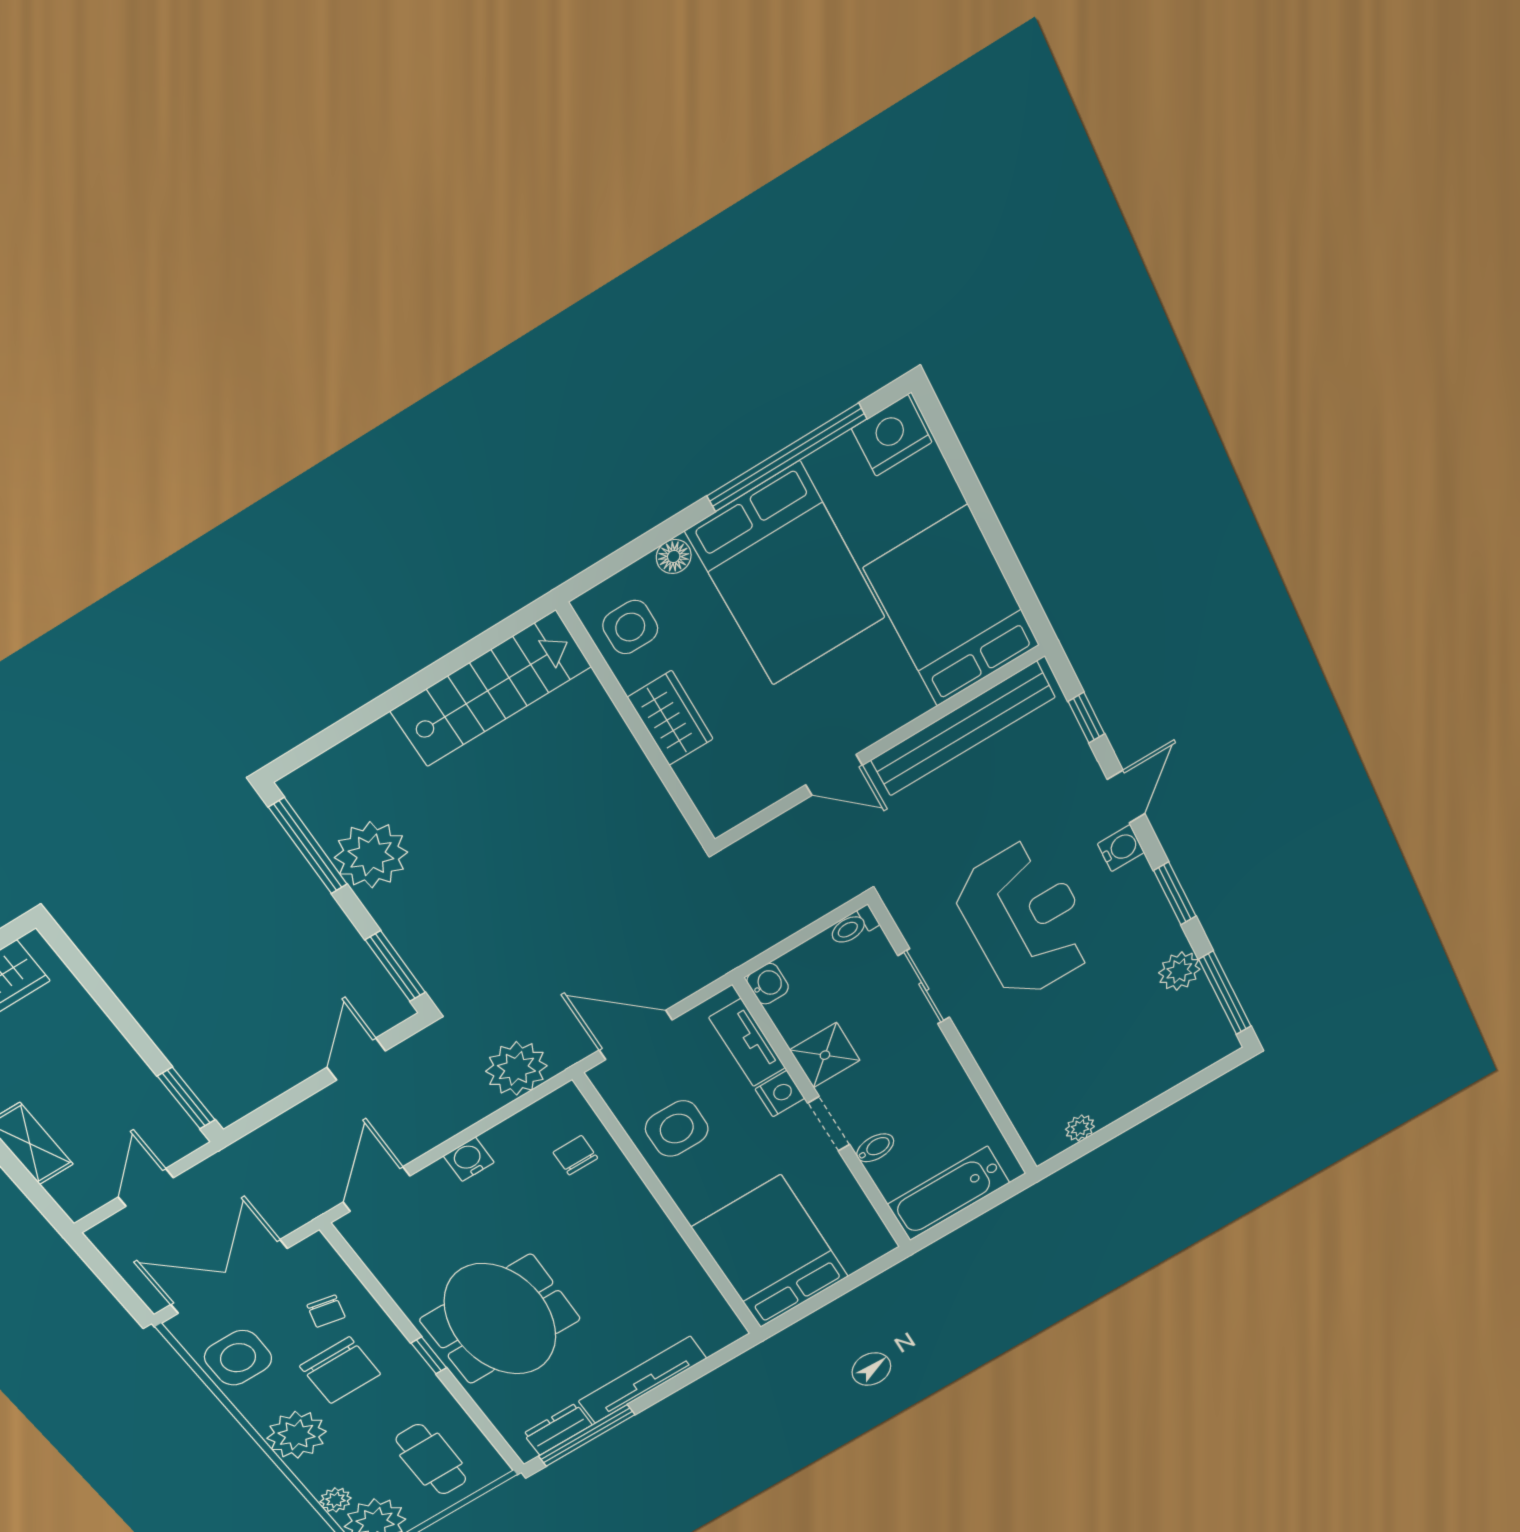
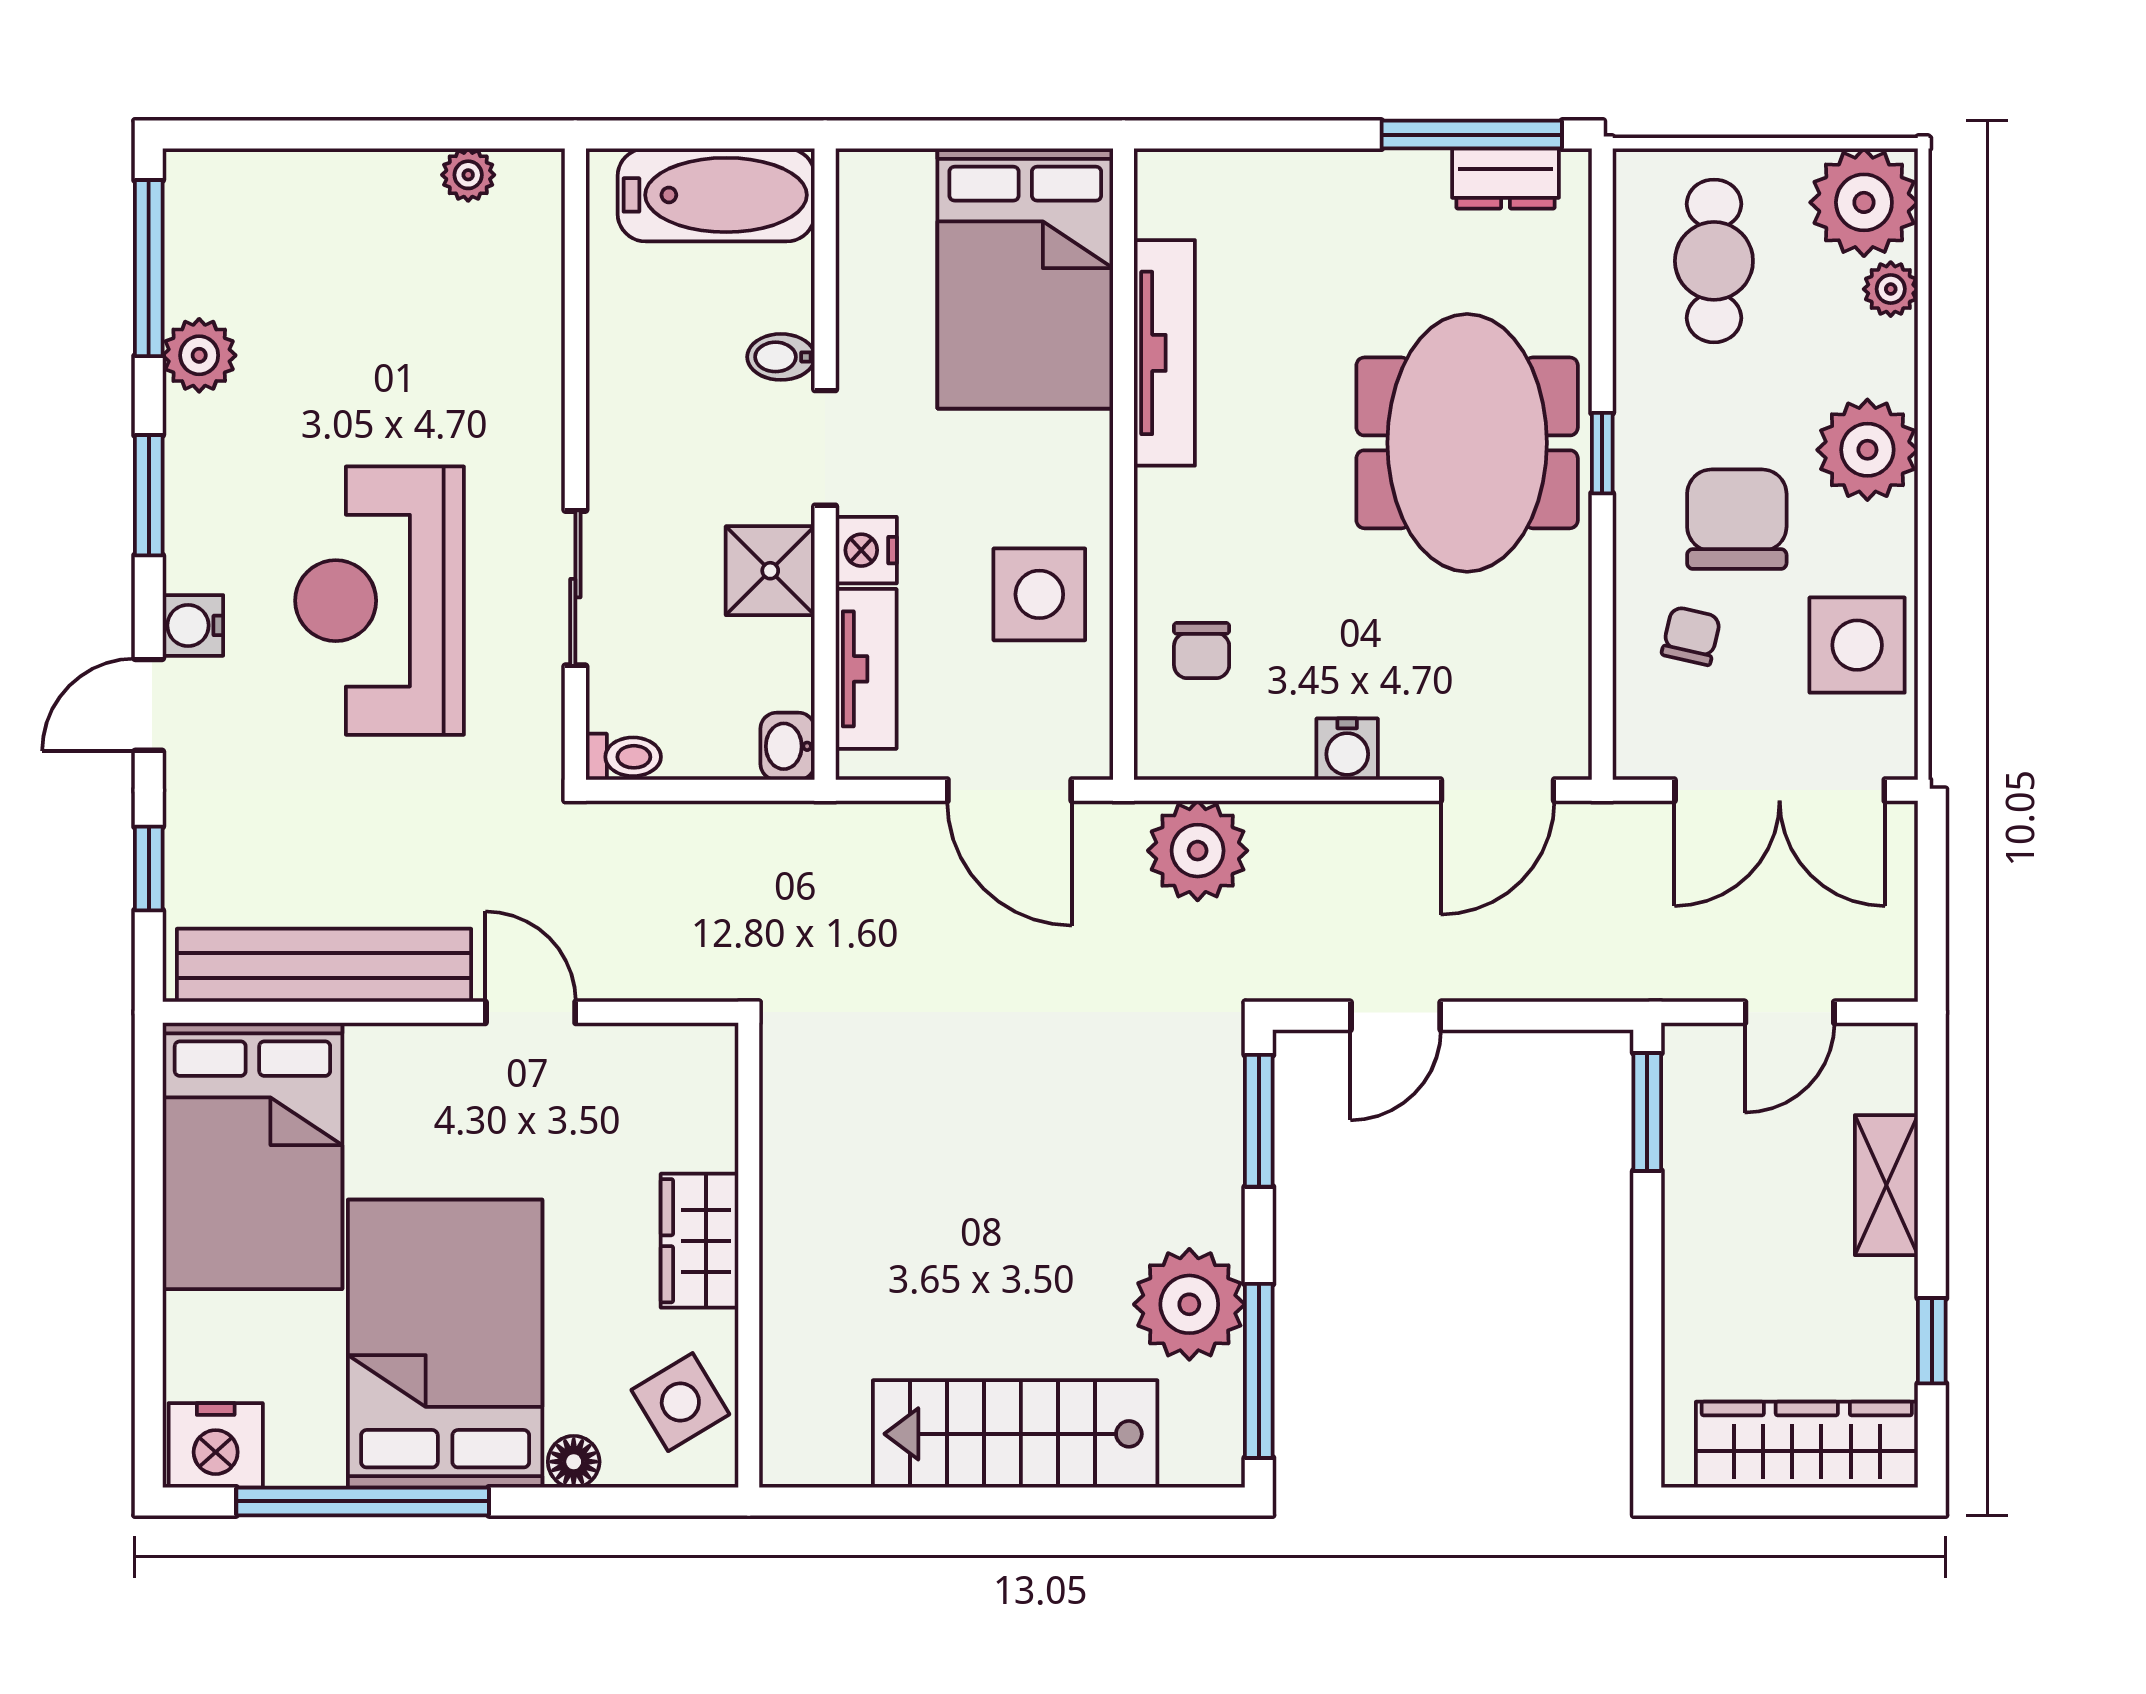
side table: (630, 627) -> (680, 1402), turned -31
stairs: (491, 689) -> (1015, 1434), moved
tv unit: (643, 1380) -> (1164, 353), moved, turned -90

